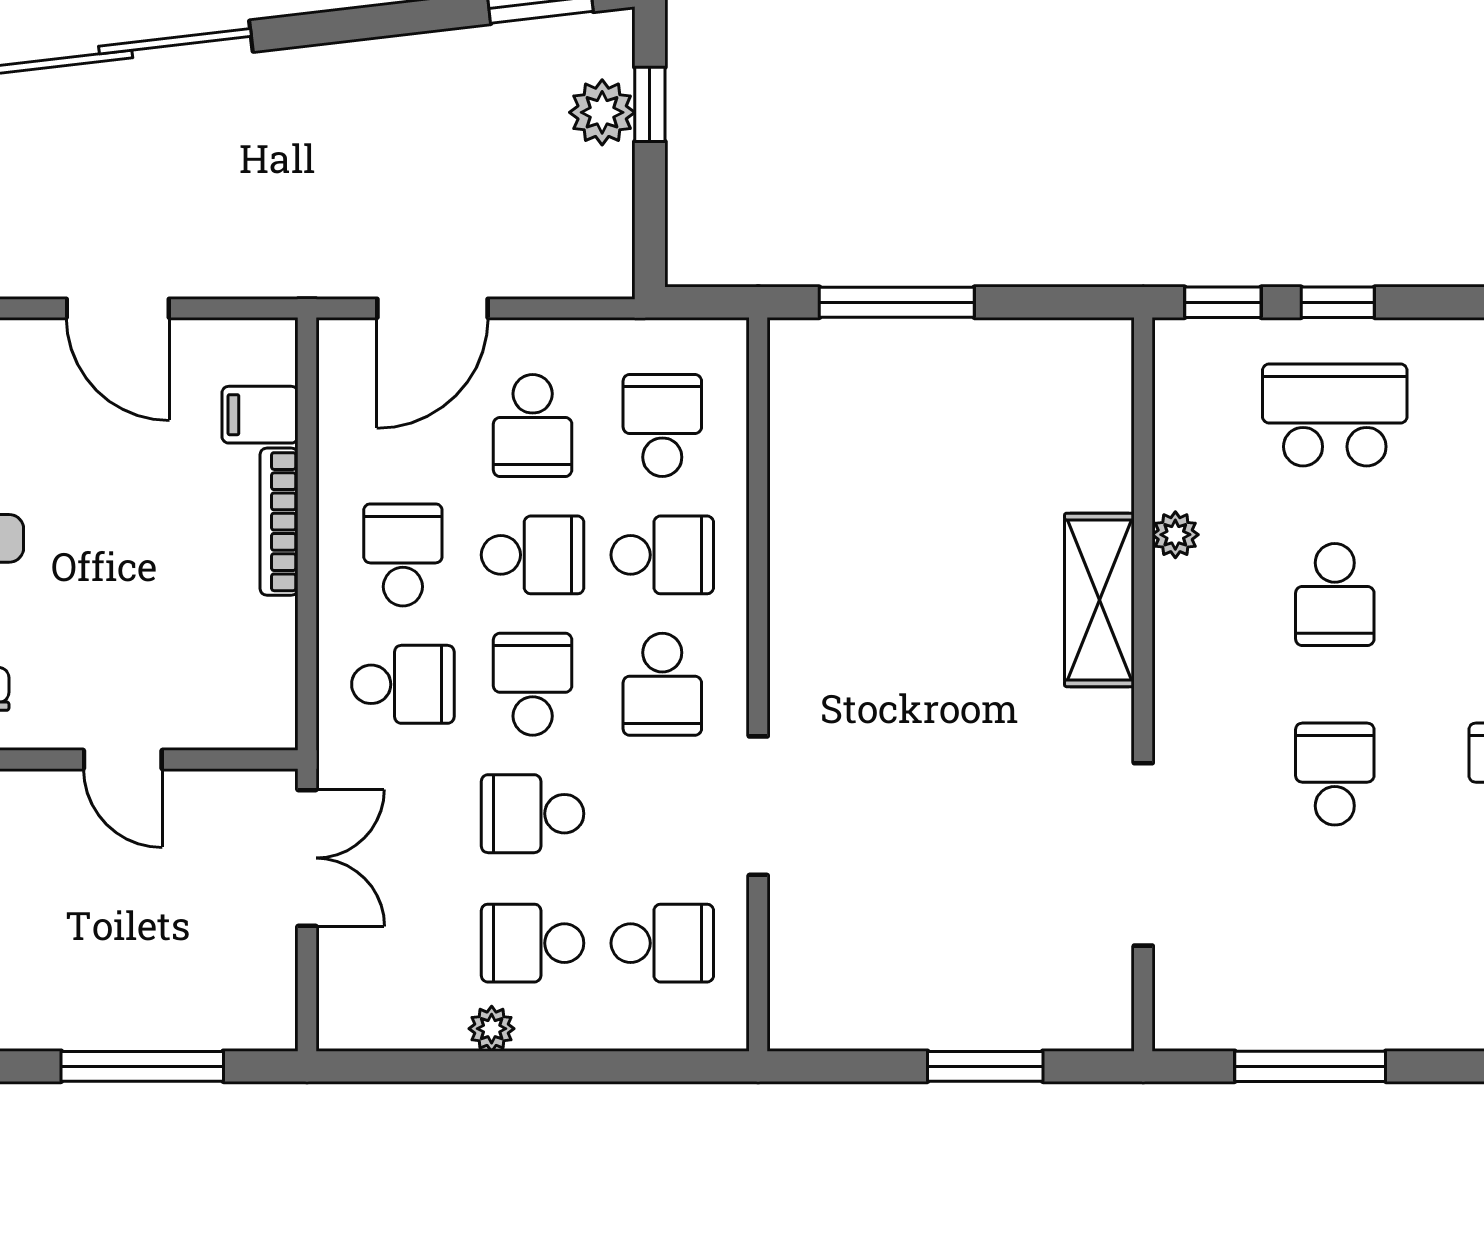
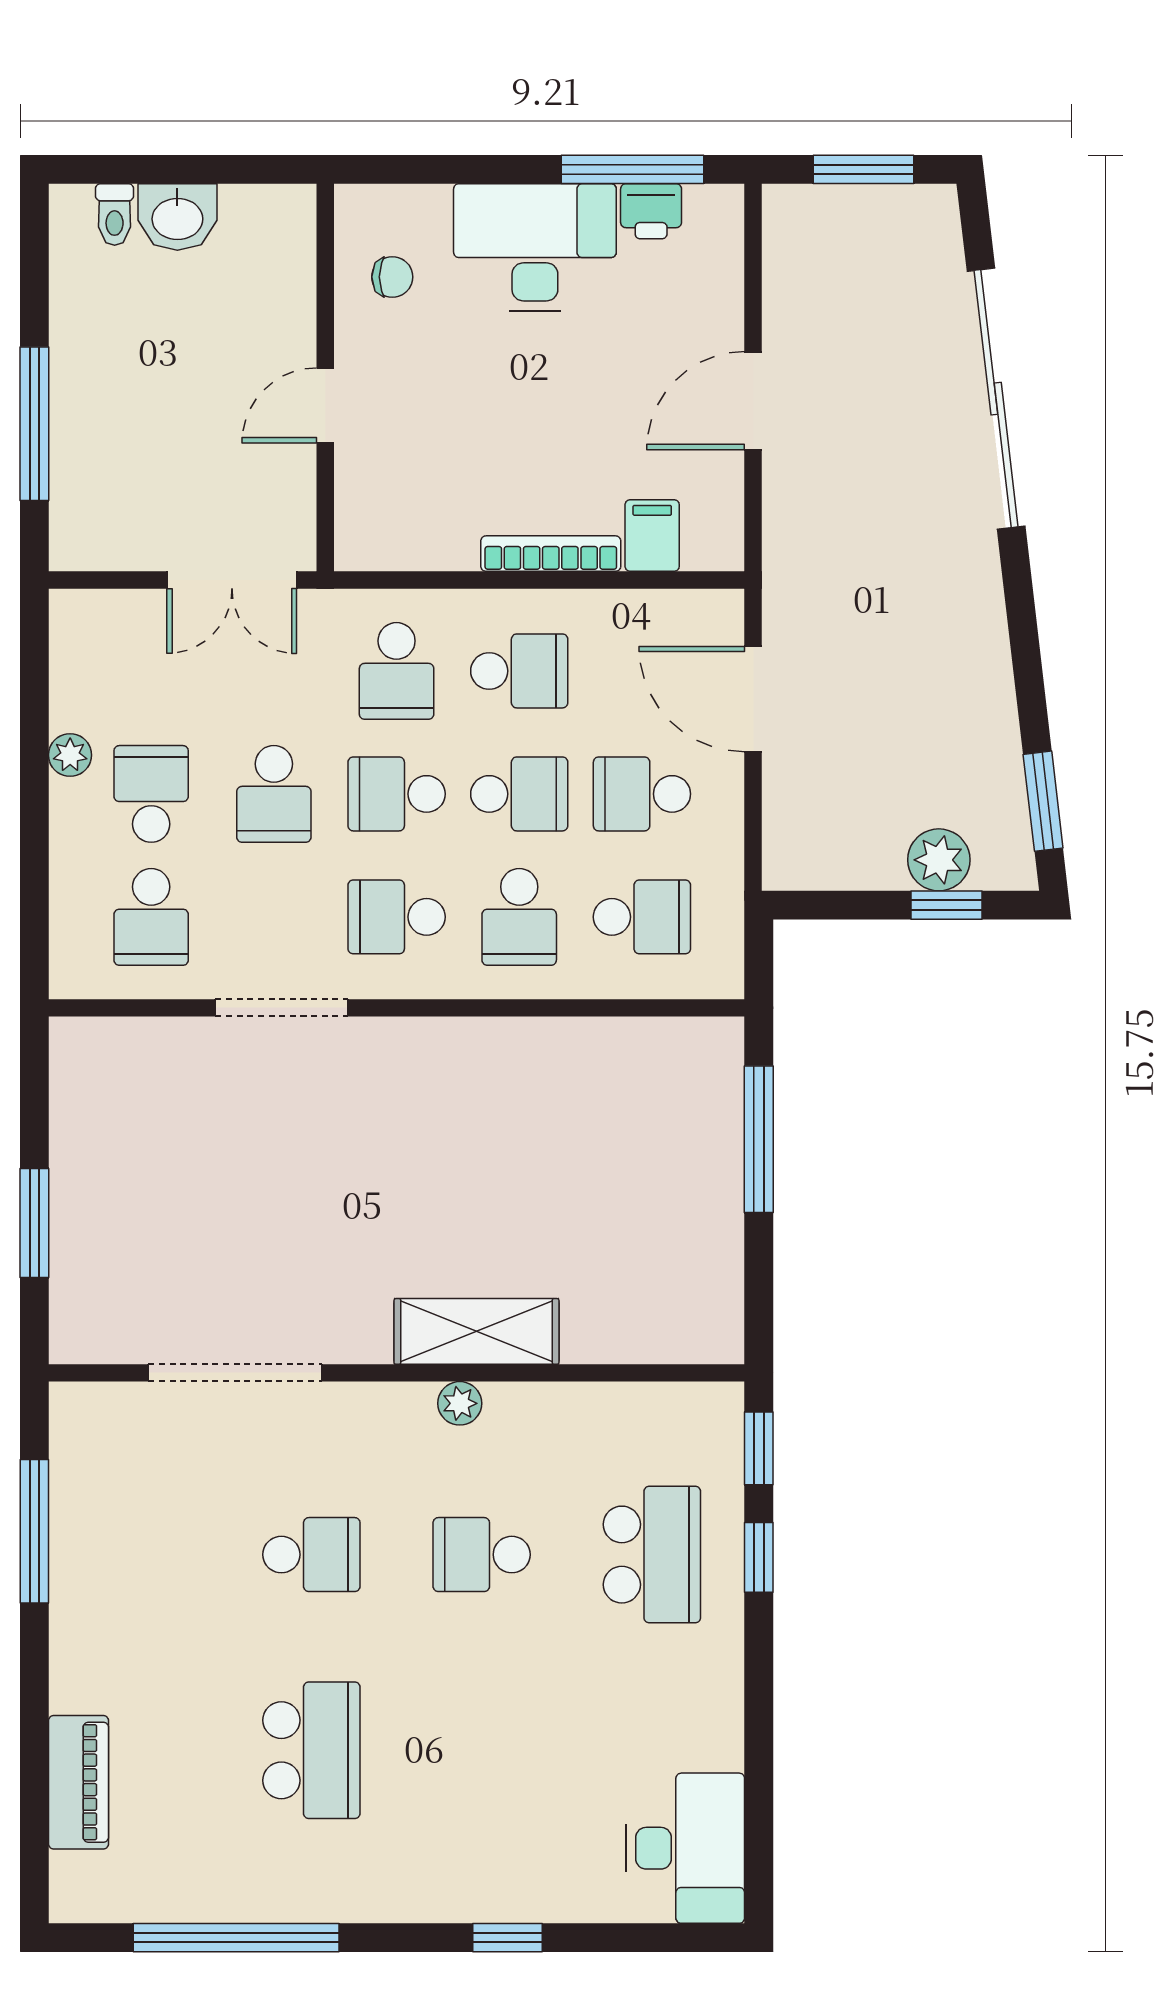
plant: (1175, 535) -> (460, 1403), moved
school desk: (533, 555) -> (519, 794), turned -90
school desk: (533, 684) -> (397, 794), turned 180
school desk: (533, 814) -> (274, 794), turned 180

